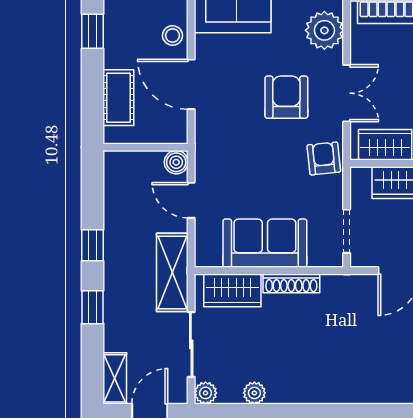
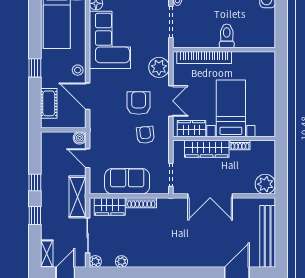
armchair: (324, 158) -> (145, 135), moved

